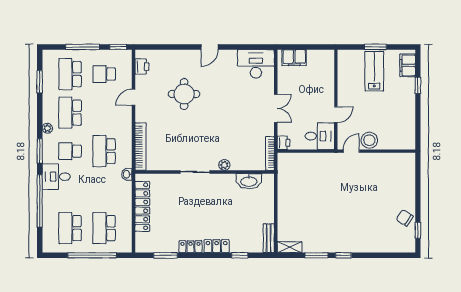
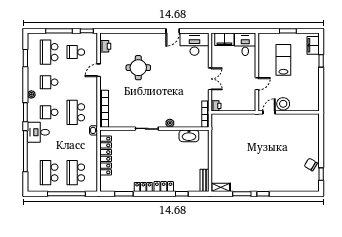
door: (210, 47) -> (173, 31), moved
lab bench: (374, 71) -> (283, 60), moved
school desk: (70, 113) -> (49, 82), width x0.54
desk: (320, 136) -> (245, 44), moved, turned -90

